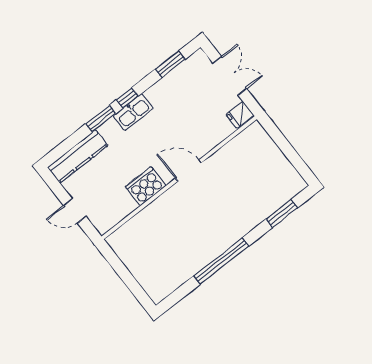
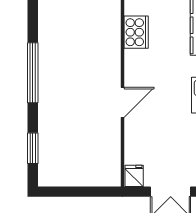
cooker: (146, 186) -> (136, 32), moved

